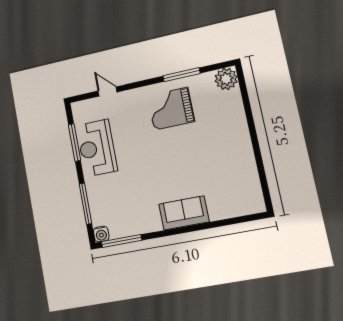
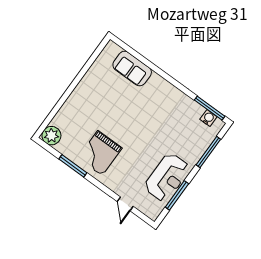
grand piano: (171, 109) -> (100, 153), turned 90
sofa: (184, 213) -> (132, 68), moved
water cooler: (101, 234) -> (208, 118), moved

